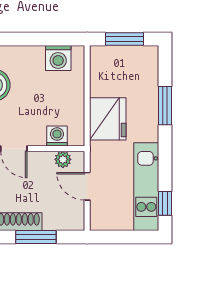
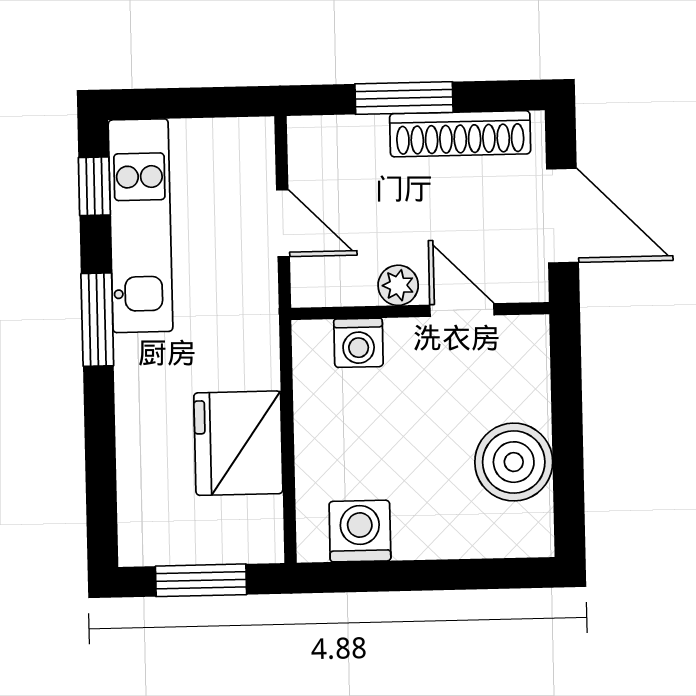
window: (165, 106) -> (97, 320), moved
fridge: (108, 119) -> (238, 443), moved
plant: (63, 159) -> (398, 285), moved

